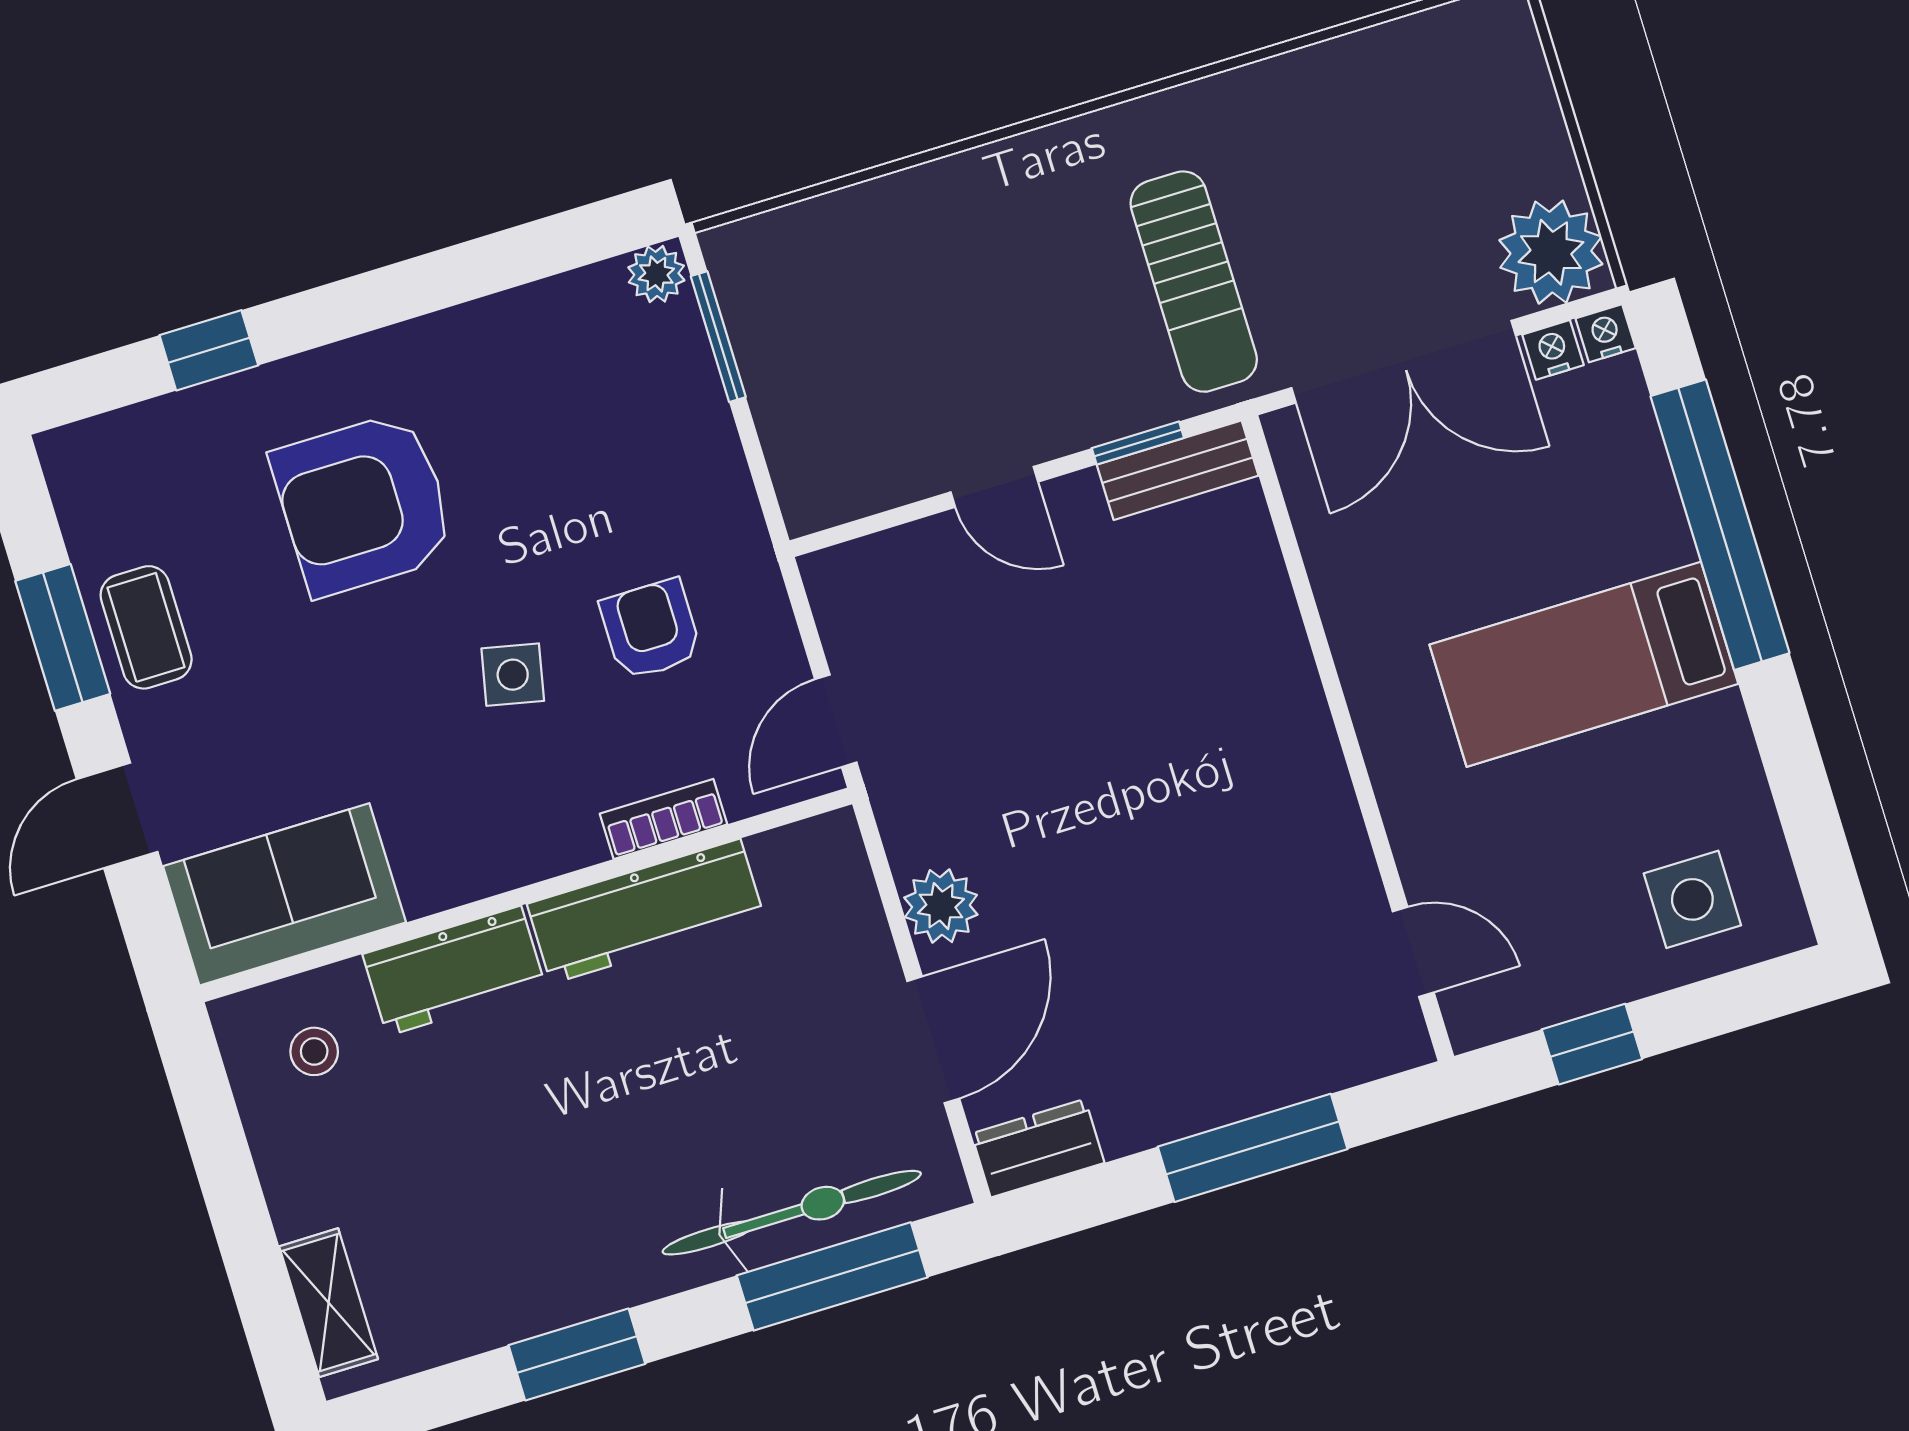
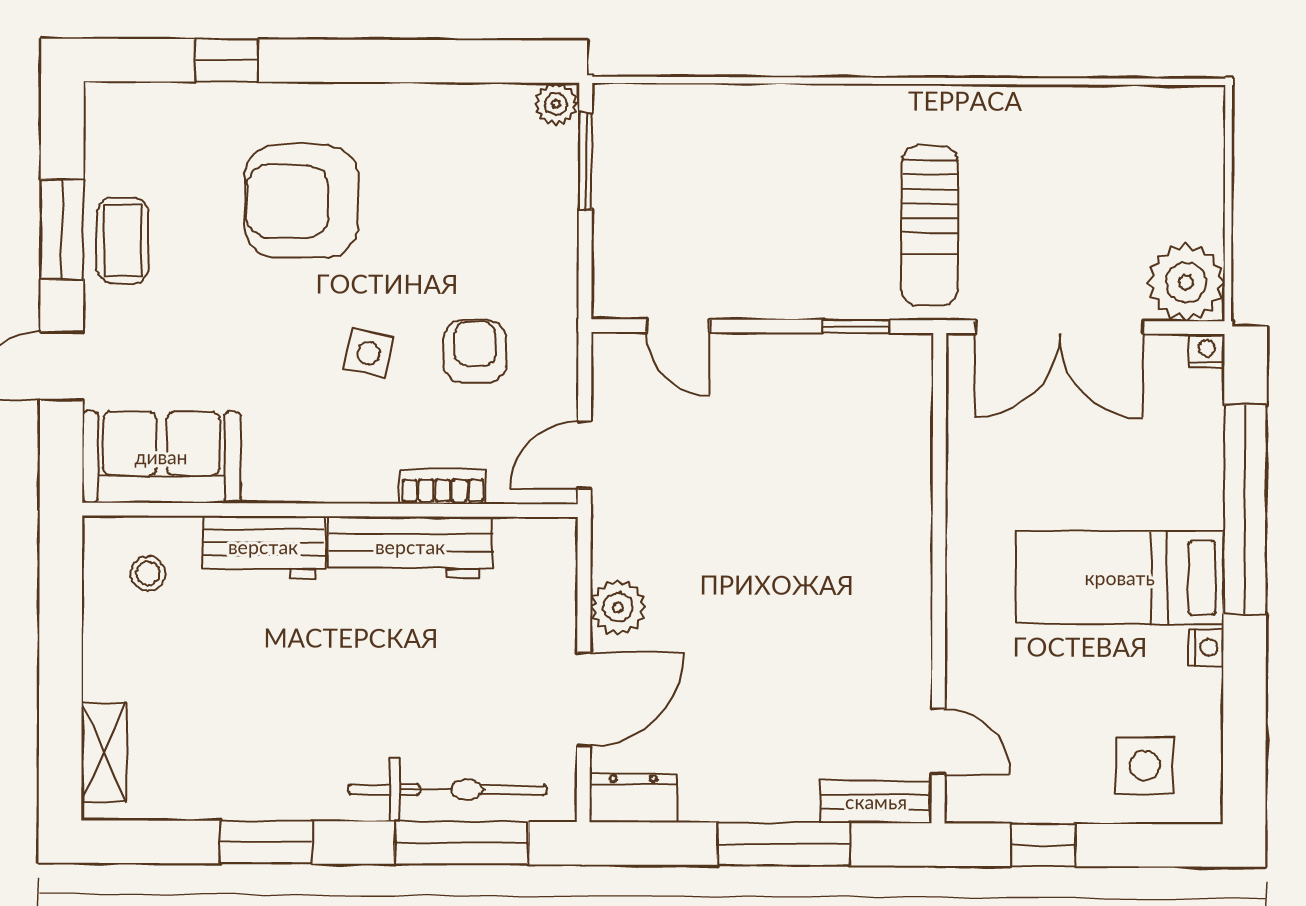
nightstand: (1553, 350) -> (1206, 647), moved, turned 90
bench: (1178, 470) -> (876, 802), moved
door: (994, 487) -> (678, 326), moved

